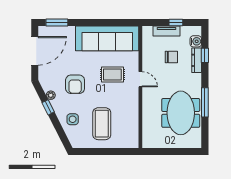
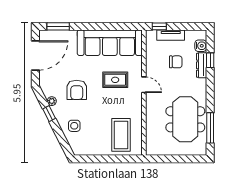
window: (176, 22) -> (159, 26), moved
window: (205, 102) -> (210, 128), moved
coffee table: (102, 124) -> (121, 135), moved

